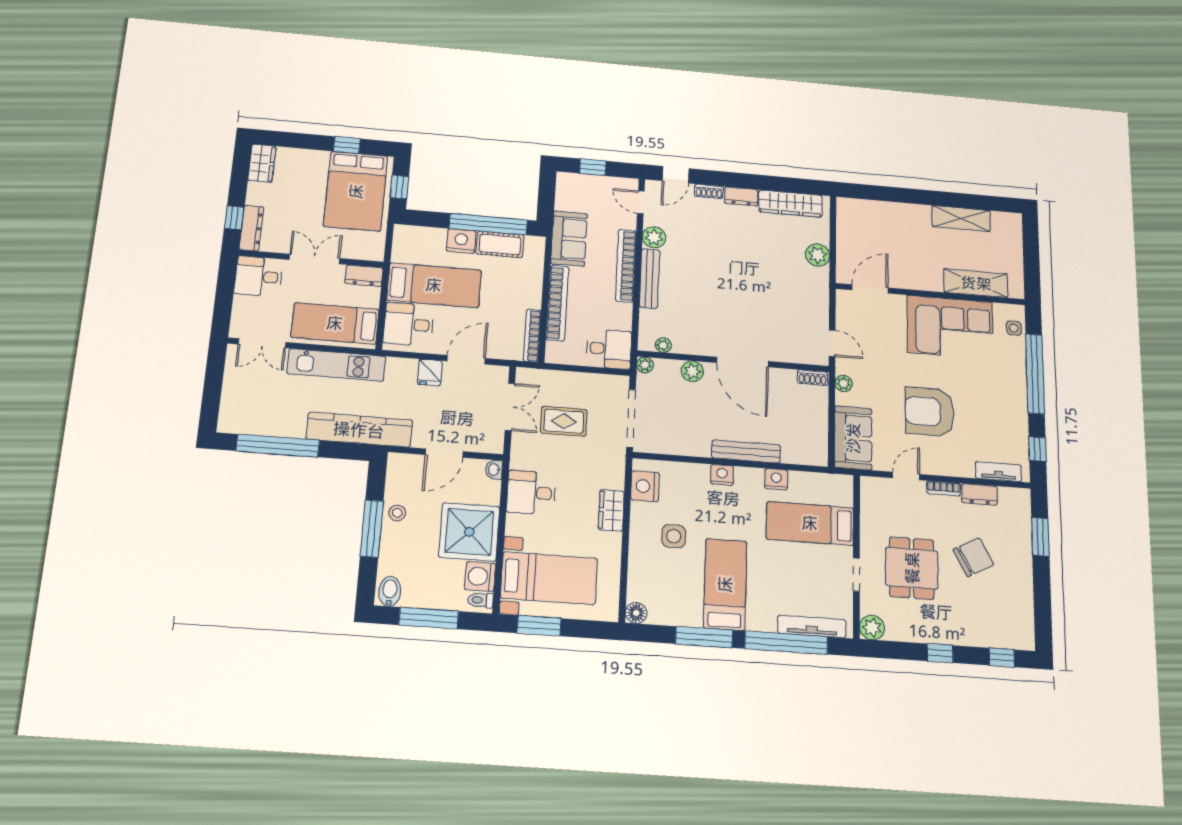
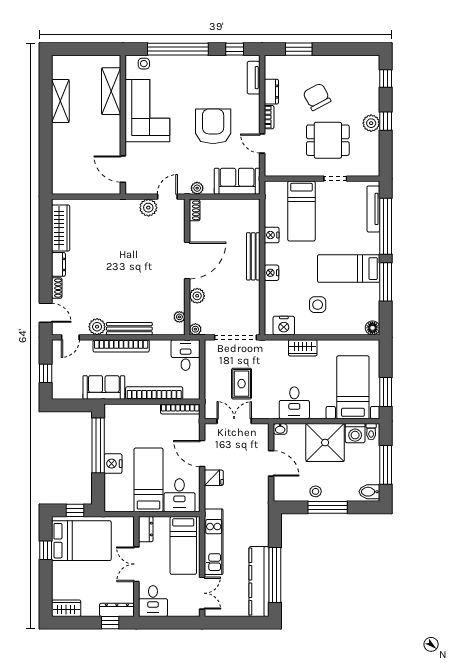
cot: (500, 245) -> (113, 436), removed
plant: (818, 255) -> (148, 208), moved
armchair: (930, 412) -> (213, 126), turned 180
kitchen counter: (359, 430) -> (259, 582), moved
plant: (872, 627) -> (371, 123), moved

